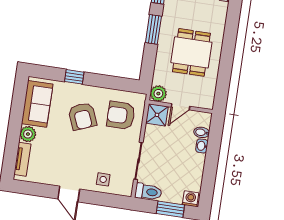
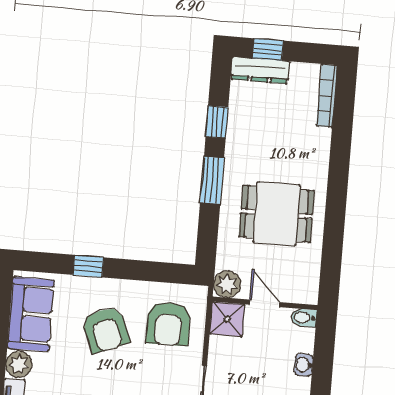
dining table: (191, 52) -> (276, 214), turned 90
door: (181, 107) -> (265, 303), swing flipped
armchair: (121, 115) -> (168, 324), turned -90
bidet: (202, 132) -> (304, 318), moved

